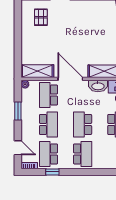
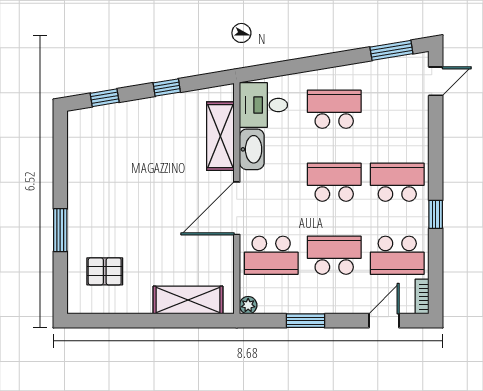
shelving: (37, 71) -> (188, 300), moved, turned 90
school desk: (83, 124) -> (334, 182), turned 180
window: (52, 172) -> (436, 214), moved

